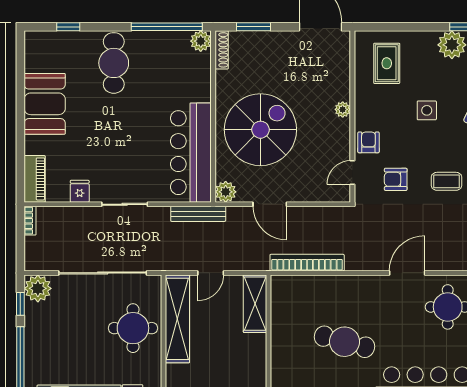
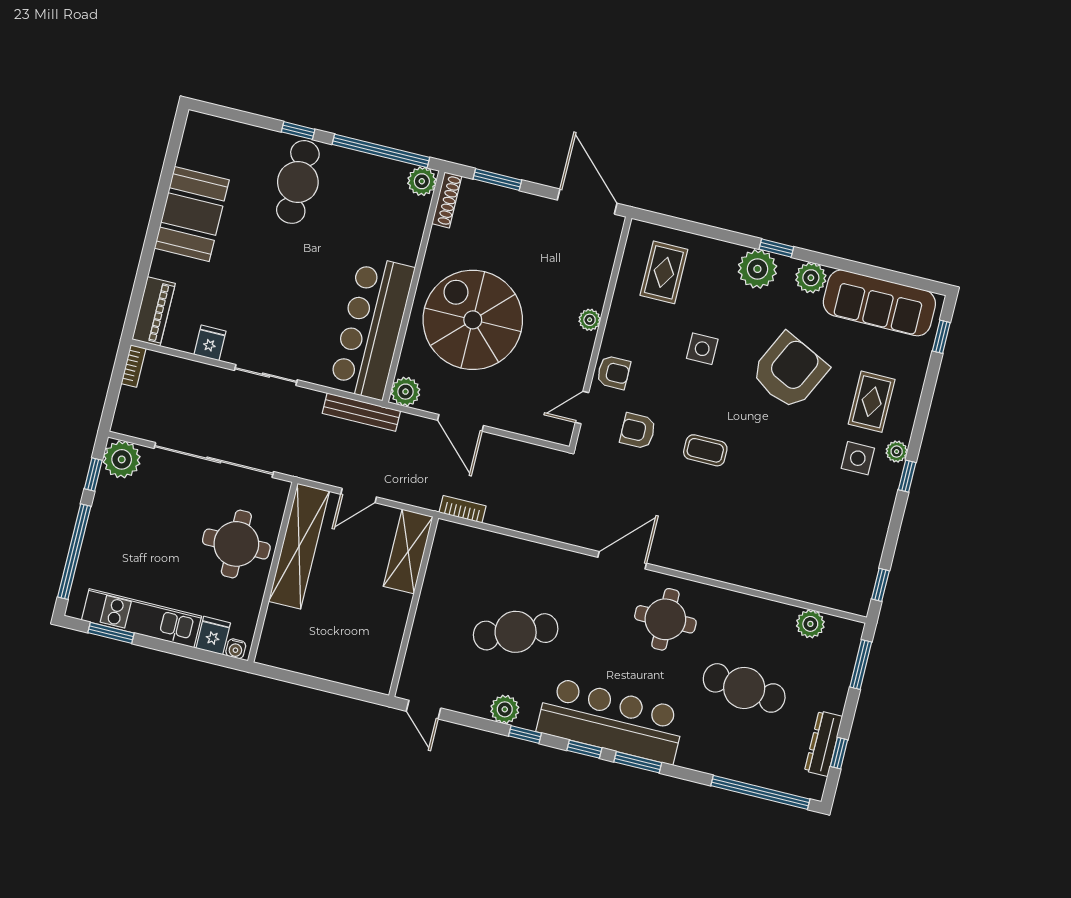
window: (68, 27) -> (298, 131), moved
spiral stairs: (260, 130) -> (473, 320), turned -90
armchair: (368, 142) -> (613, 372), turned 90
bookcase: (307, 263) -> (463, 509), width x0.43, depth x0.76
cafe table: (344, 342) -> (516, 632), turned -36

